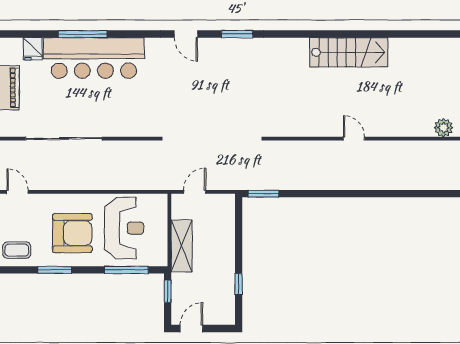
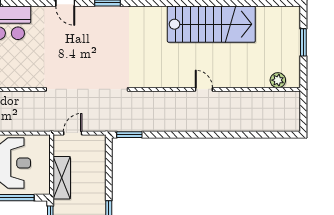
stairs: (349, 52) -> (211, 24), width x1.36, depth x1.51

